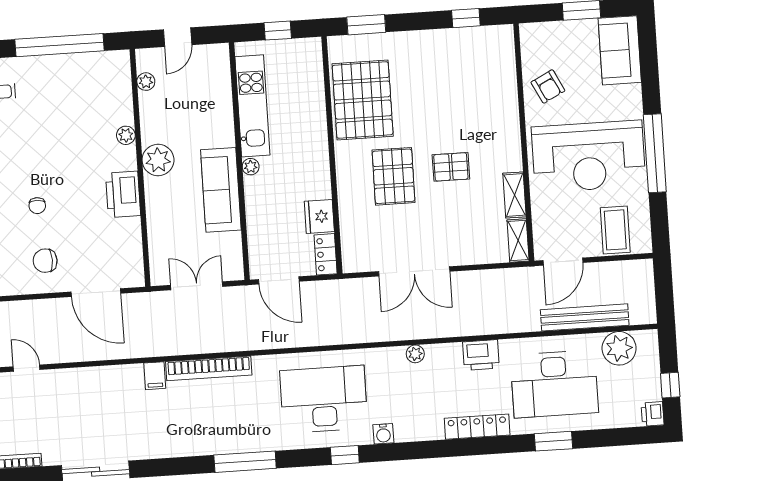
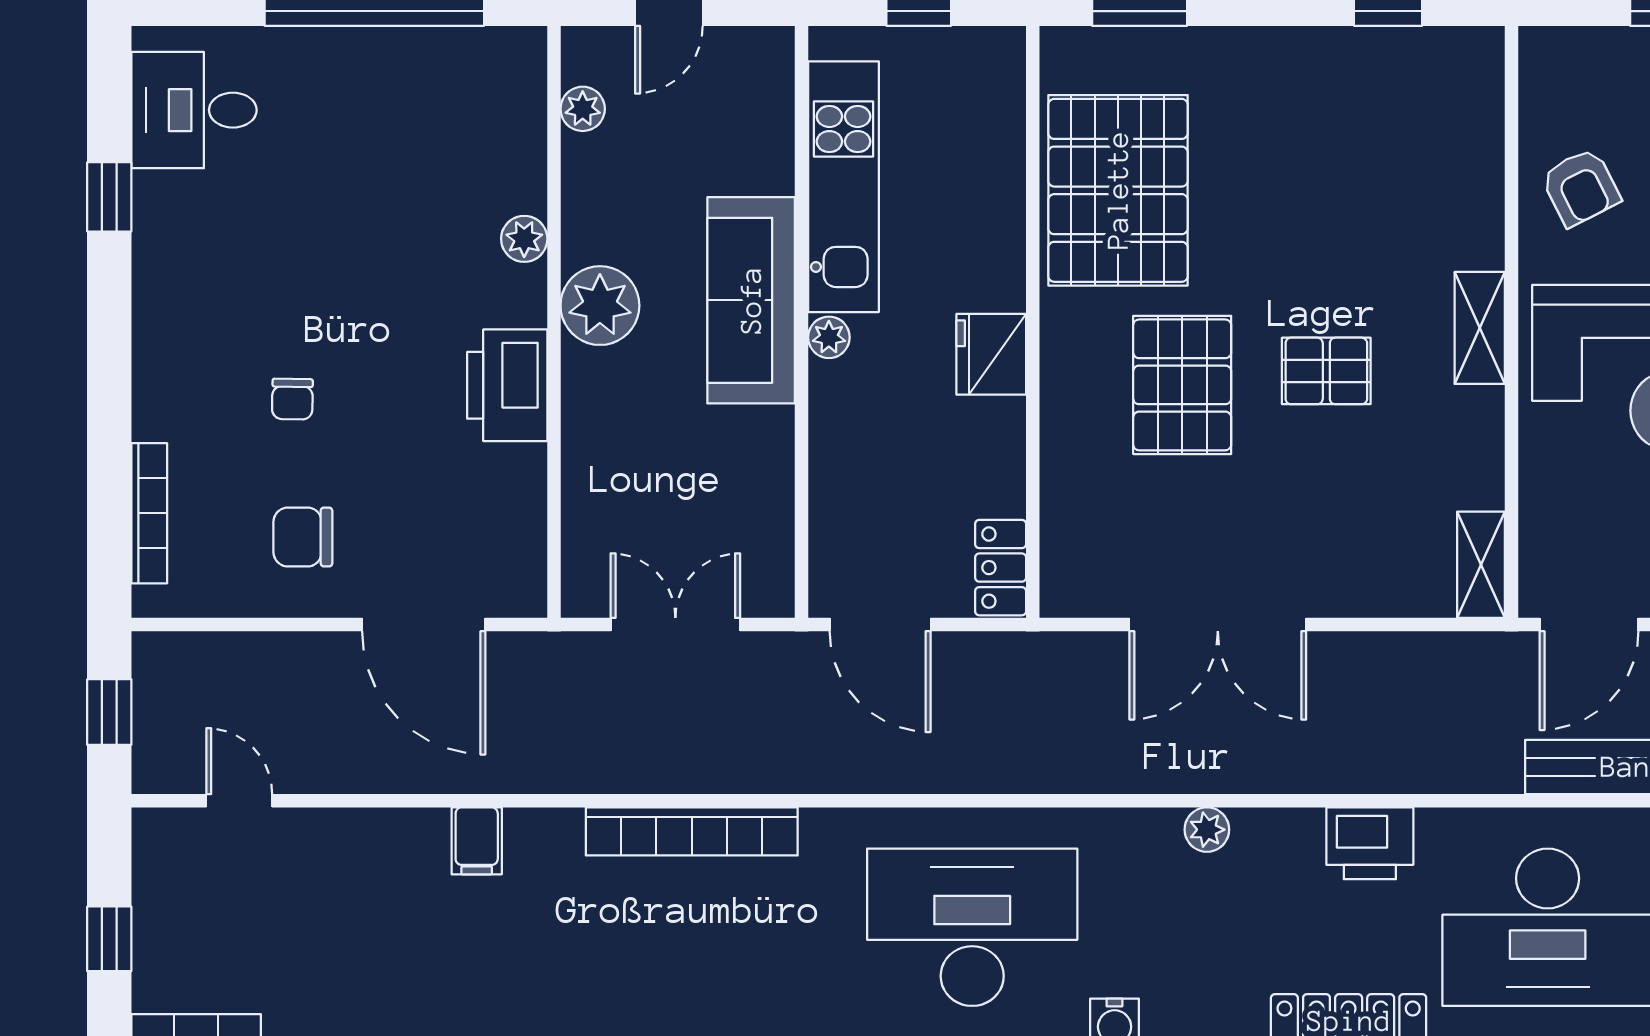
sofa: (221, 190) -> (751, 300), moved
shelving: (515, 195) -> (1480, 328), moved
fridge: (319, 216) -> (991, 354), moved
filing cabinet: (155, 376) -> (477, 841), moved

